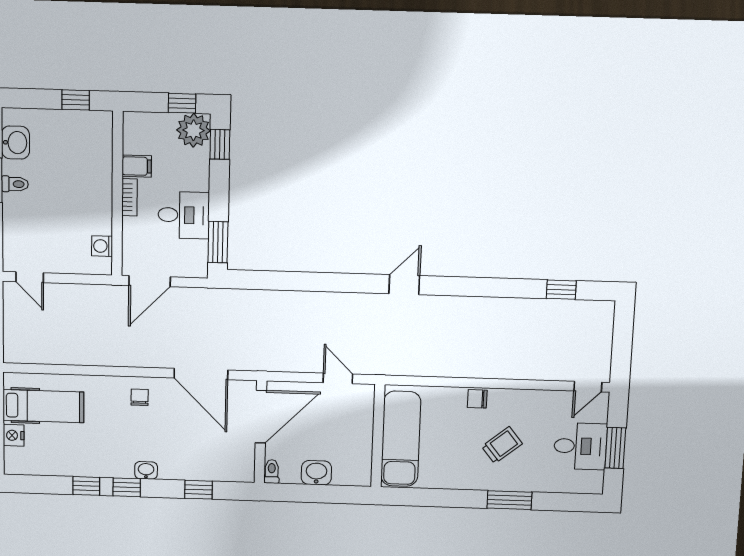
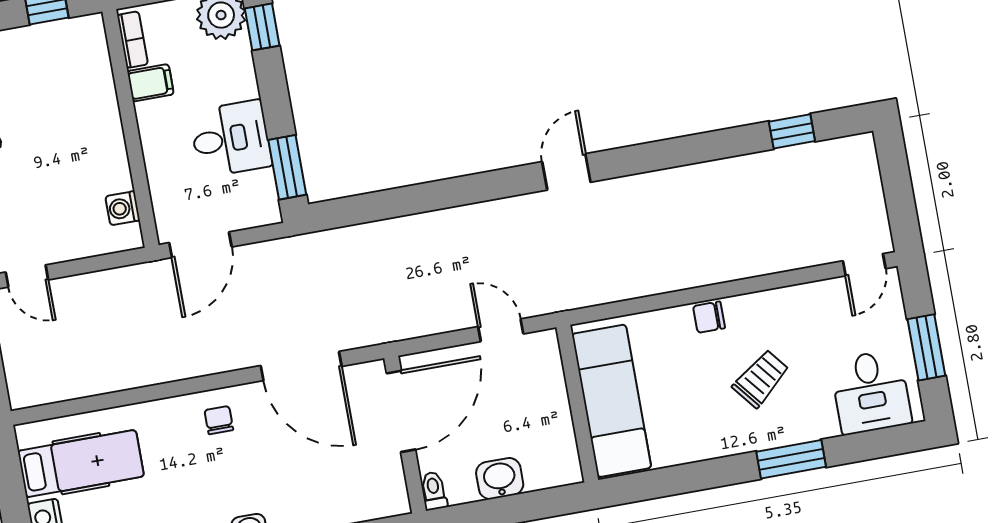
bookcase: (129, 197) -> (133, 40), moved
desk: (580, 446) -> (871, 392), moved, turned 90

